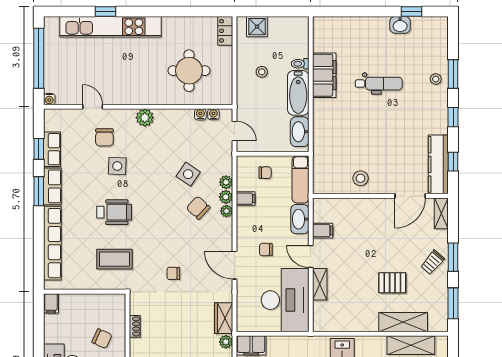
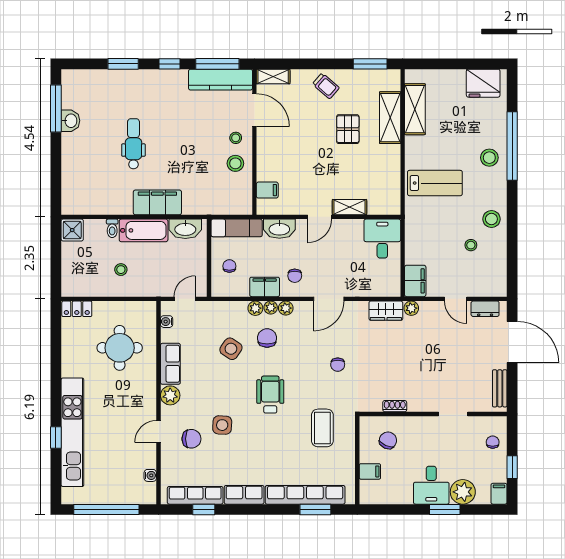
window: (411, 11) -> (56, 109), width x2.17
shower: (257, 27) -> (72, 230), moved
filing cabinet: (324, 75) -> (157, 202), moved
stool: (436, 79) -> (236, 138), moved
water cooler: (49, 99) -> (150, 475), moved
door: (93, 107) -> (158, 432), moved
water cooler: (200, 114) -> (167, 336), removed
row of seats: (174, 118) -> (170, 364), added
row of seats: (52, 149) -> (195, 495), width x1.48
window: (453, 162) -> (217, 64), width x2.17
plant: (226, 182) -> (286, 308), moved
window: (39, 191) -> (315, 510), moved
filing cabinet: (246, 199) -> (265, 287), width x2.00
chair: (198, 208) -> (267, 338), turned 137
wheelchair: (114, 212) -> (270, 395), moved
filing cabinet: (323, 231) -> (267, 190), moved, turned 90
chair: (266, 250) -> (295, 276), moved
window: (453, 257) -> (320, 64), removed
desk: (285, 300) -> (382, 239), width x0.53, depth x0.77
filing cabinet: (51, 303) -> (370, 471), moved
chair: (102, 339) -> (388, 440), moved

